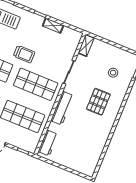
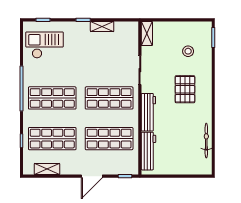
trolley: (24, 54) -> (83, 70), removed
workbench: (48, 143) -> (148, 151), width x1.37
bicycle: (99, 149) -> (206, 141), added

